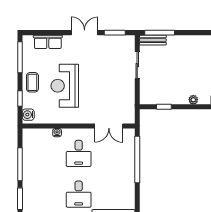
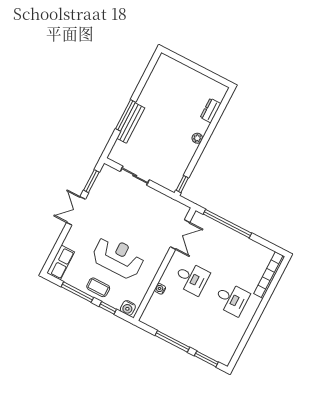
window: (160, 33) -> (125, 115), moved
bench: (153, 40) -> (131, 123), moved, width x1.36
row of seats: (48, 42) -> (61, 263), moved
window: (20, 57) -> (77, 292), moved
reception desk: (65, 86) -> (118, 257), turned 180
window: (164, 107) -> (182, 184), moved

